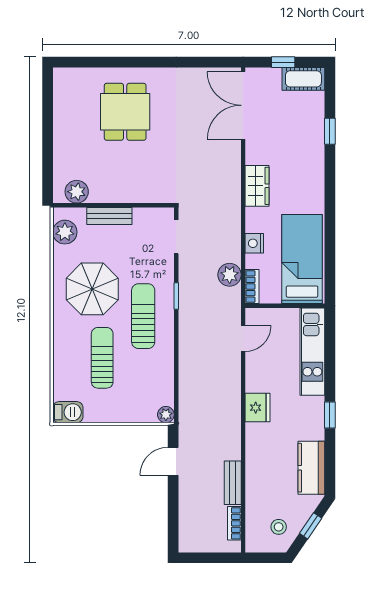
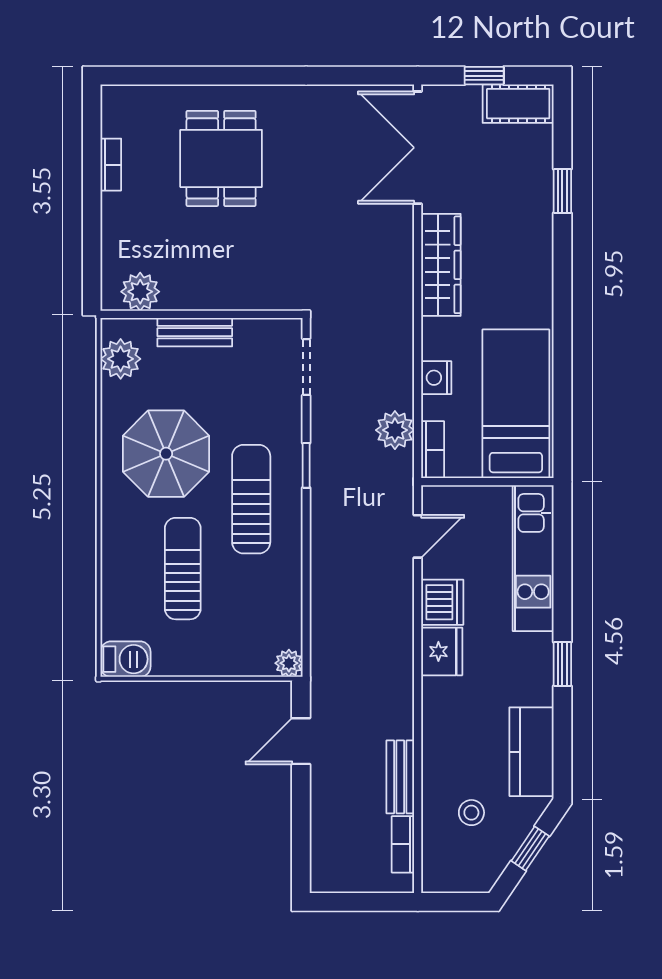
bookcase: (59, 115) -> (111, 165), added
wardrobe: (257, 186) -> (441, 265), width x1.50
dishwasher: (258, 378) -> (442, 602), added
stool: (279, 527) -> (471, 813), moved

